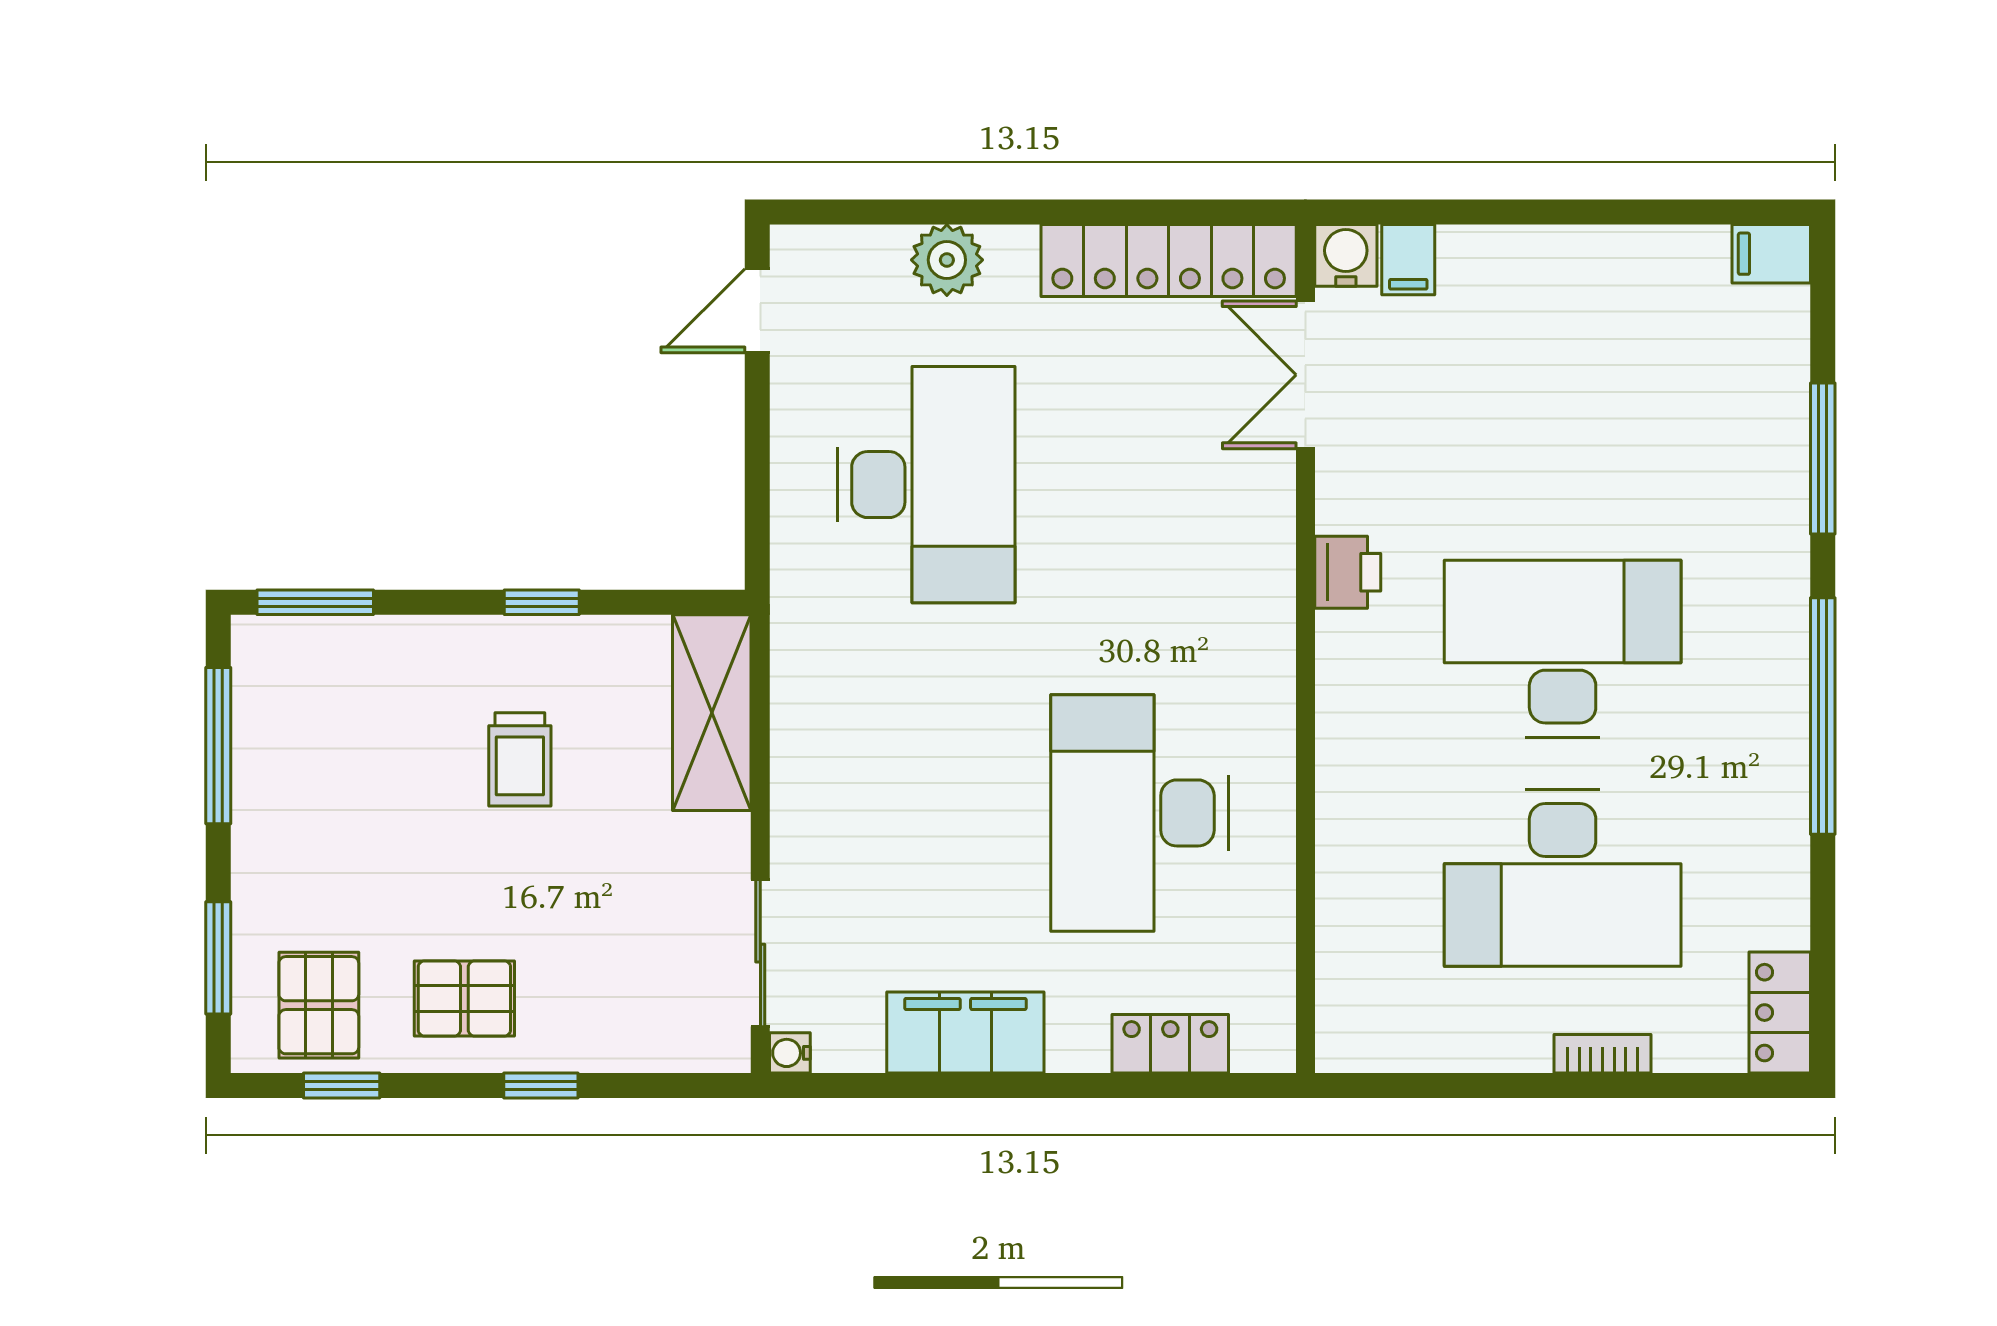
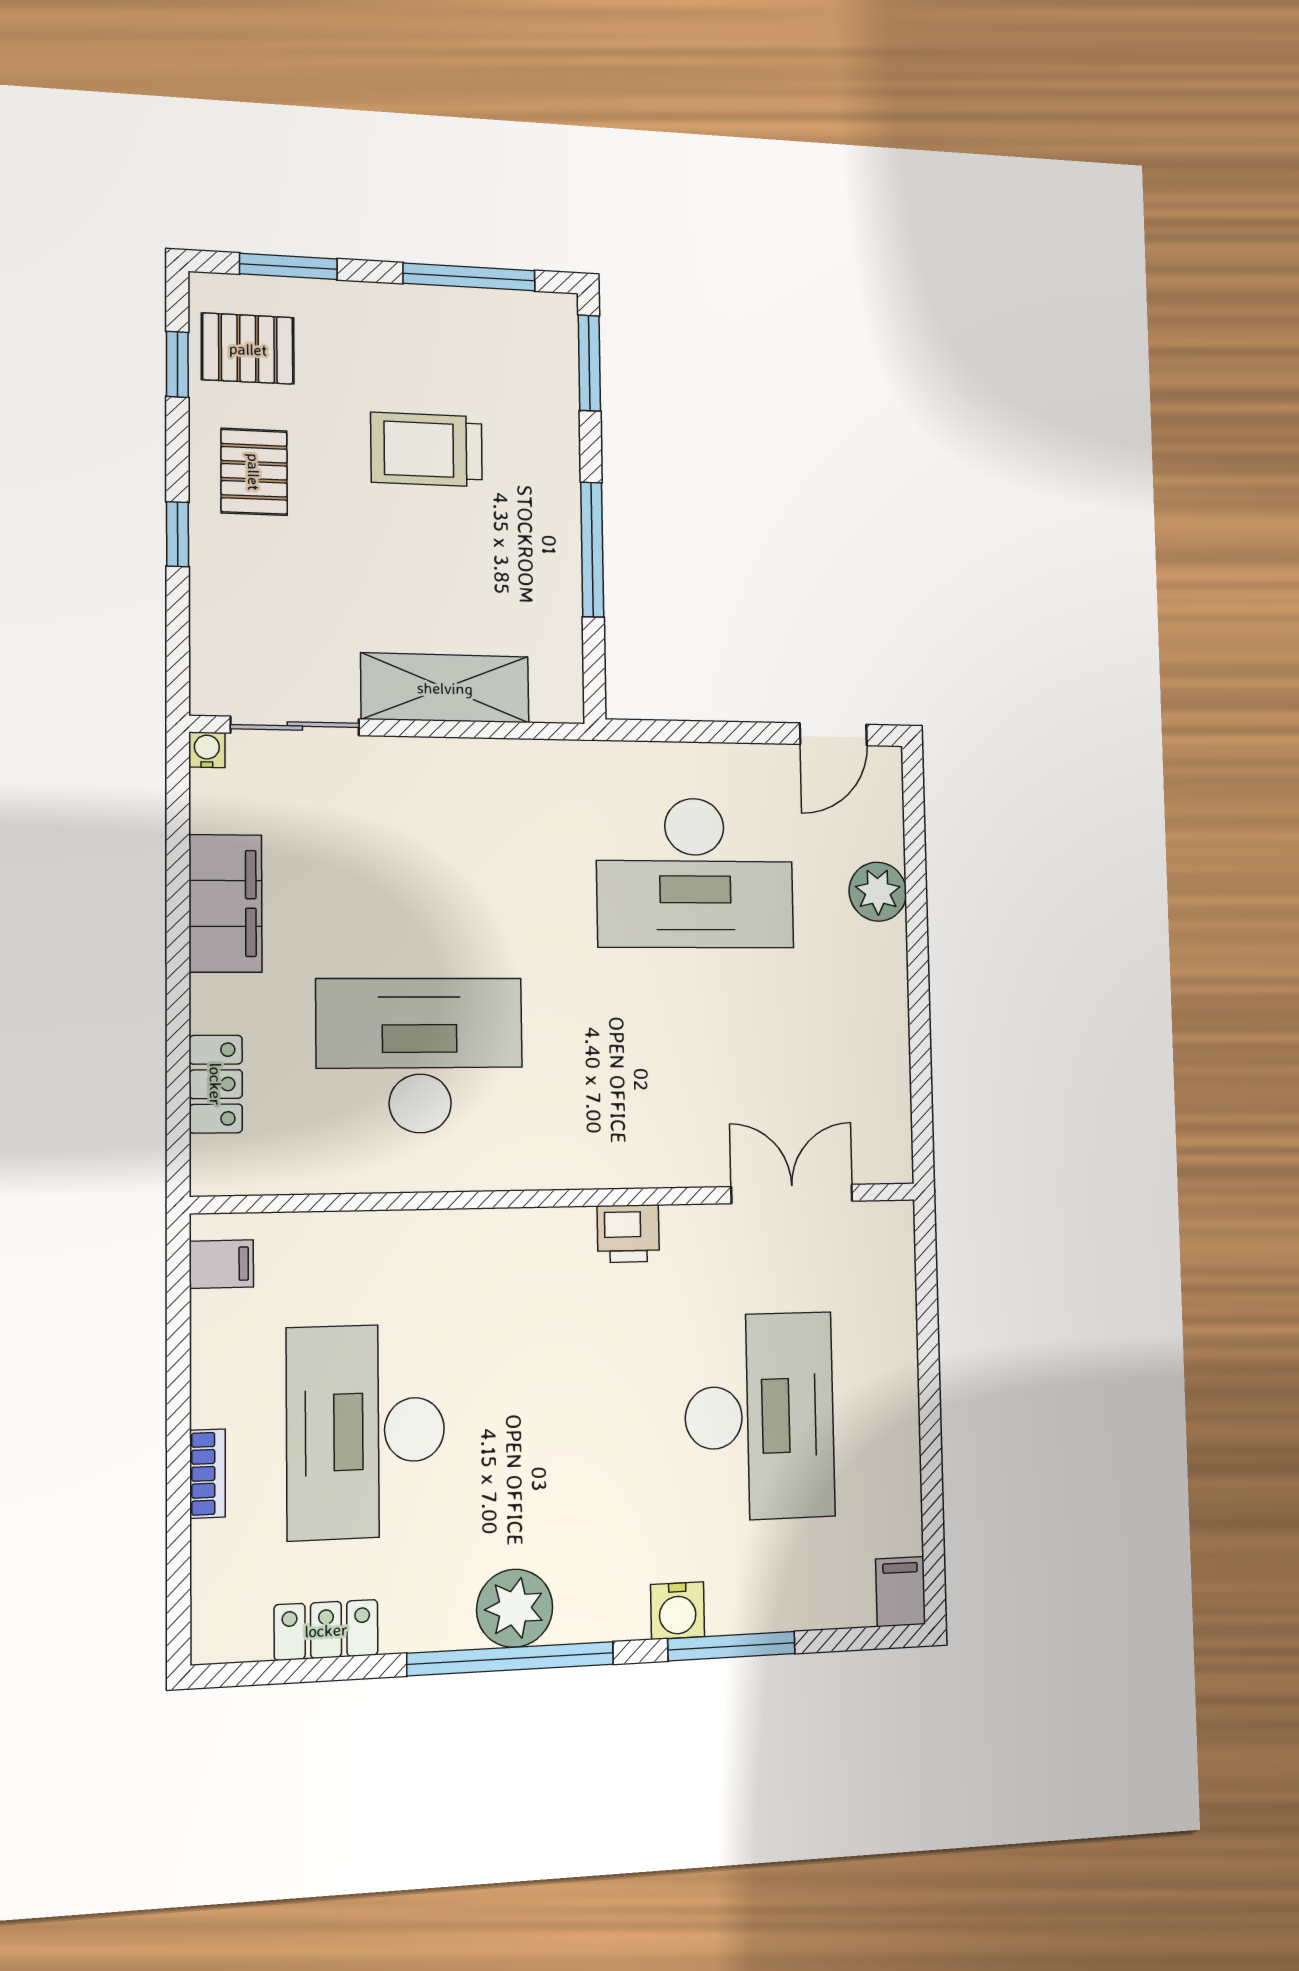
water cooler: (1346, 255) -> (678, 1611), moved, turned 90
locker: (1169, 260) -> (882, 1077), removed
filing cabinet: (1408, 260) -> (221, 1264), moved, turned 180
door: (757, 311) -> (833, 734), swing flipped
window: (542, 602) -> (592, 550), width x2.17
desk: (1563, 649) -> (760, 1416), moved
plant: (1767, 711) -> (515, 1608), added
shelving: (712, 713) -> (445, 688), moved
trolley: (520, 759) -> (427, 450), moved, width x1.36, depth x1.39
locker: (1780, 1013) -> (326, 1630), moved

